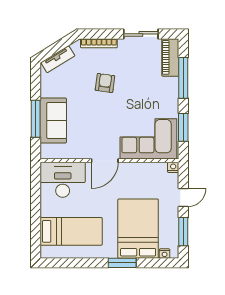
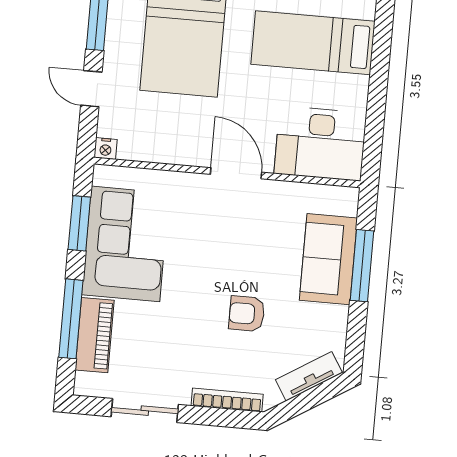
piano: (170, 57) -> (95, 335), moved
armchair: (105, 83) -> (247, 314), moved, turned 82
corner sofa: (148, 139) -> (125, 244), moved, turned -90
door: (105, 161) -> (236, 173), hinge flipped
door: (183, 197) -> (91, 89), hinge flipped

